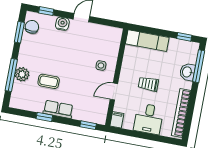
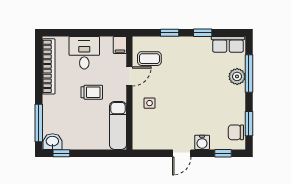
chair: (32, 27) -> (236, 132), turned 90
exam couch: (147, 41) -> (118, 125), moved, turned -90
washbasin: (187, 72) -> (52, 142), moved, turned -90
coffee table: (49, 81) -> (149, 59), moved
row of seats: (58, 109) -> (228, 44), moved
window: (88, 125) -> (170, 33), moved

